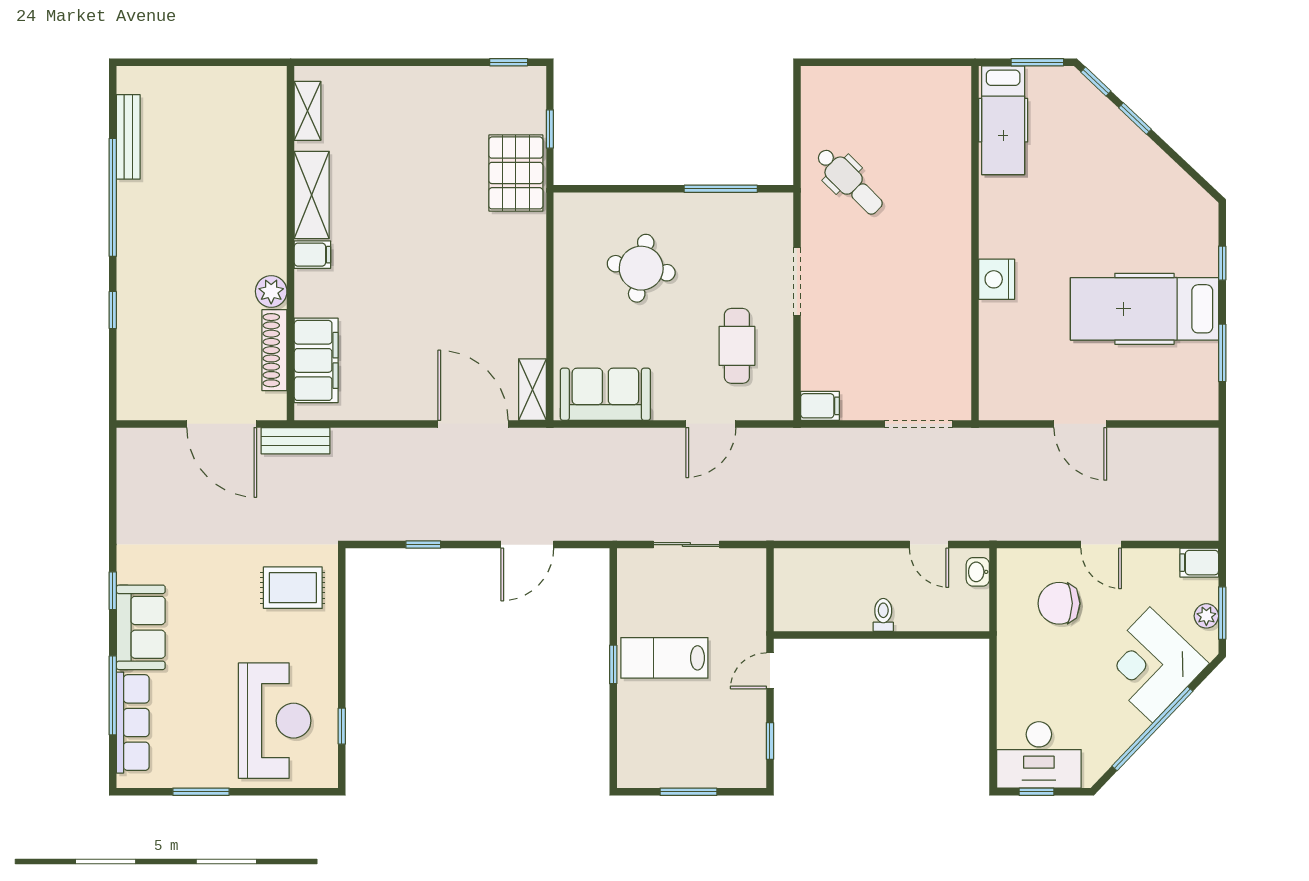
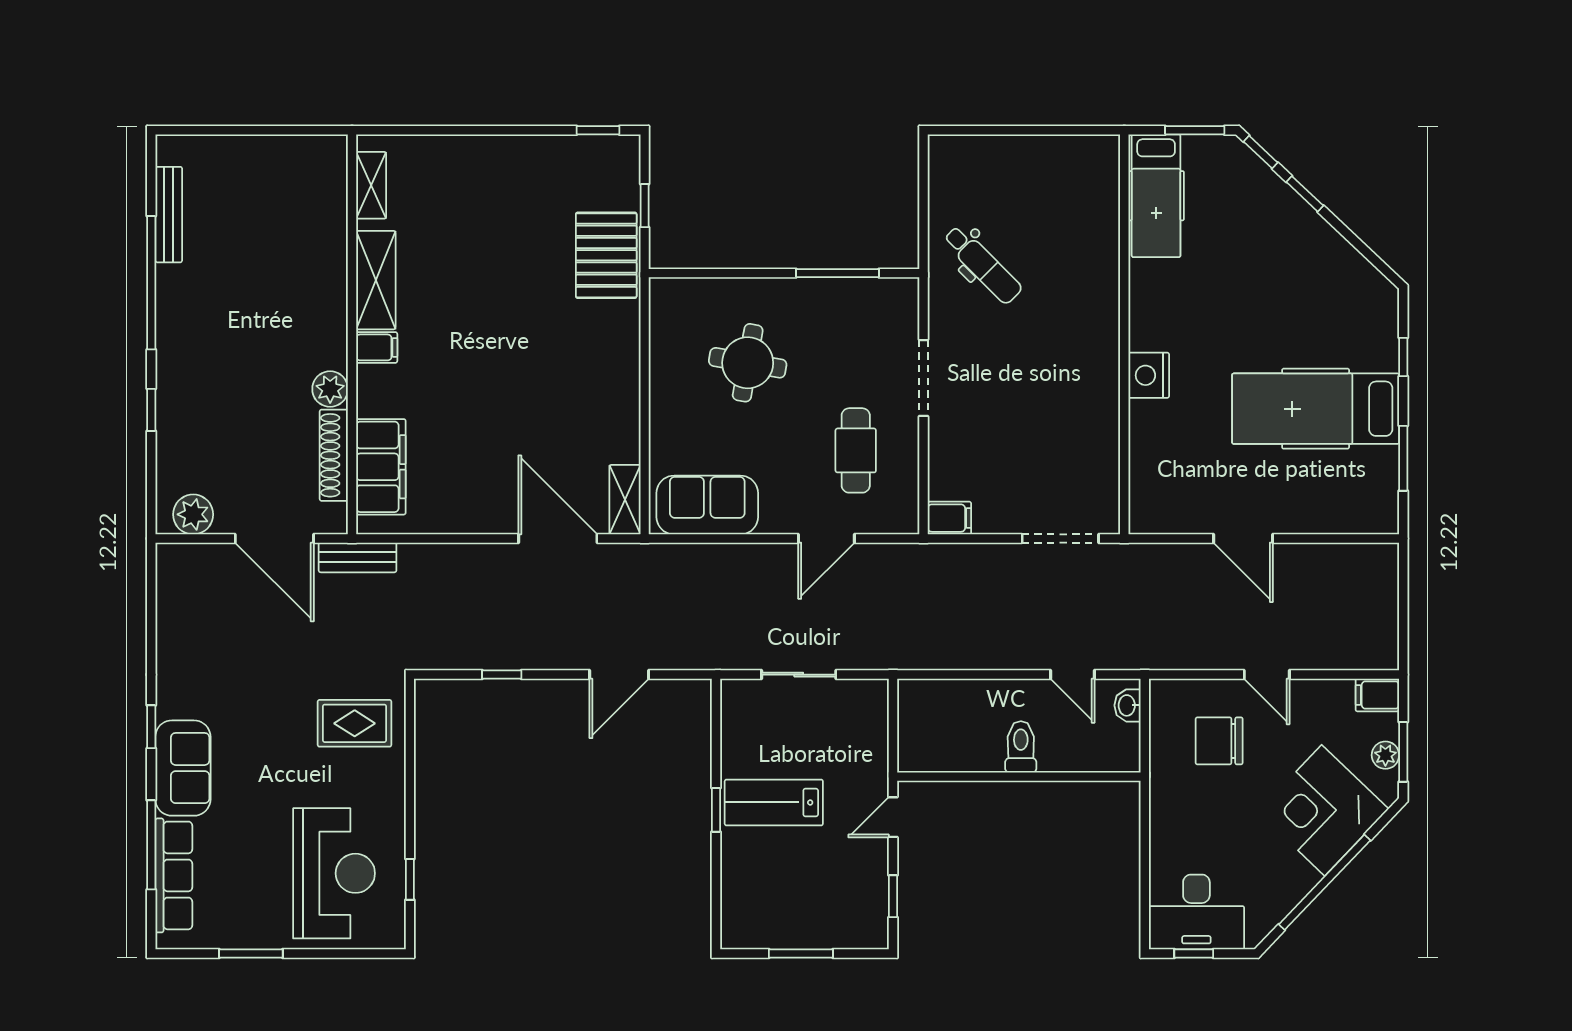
plant: (150, 403) -> (193, 514), added
toilet: (883, 615) -> (1021, 747), width x1.37, depth x1.39

